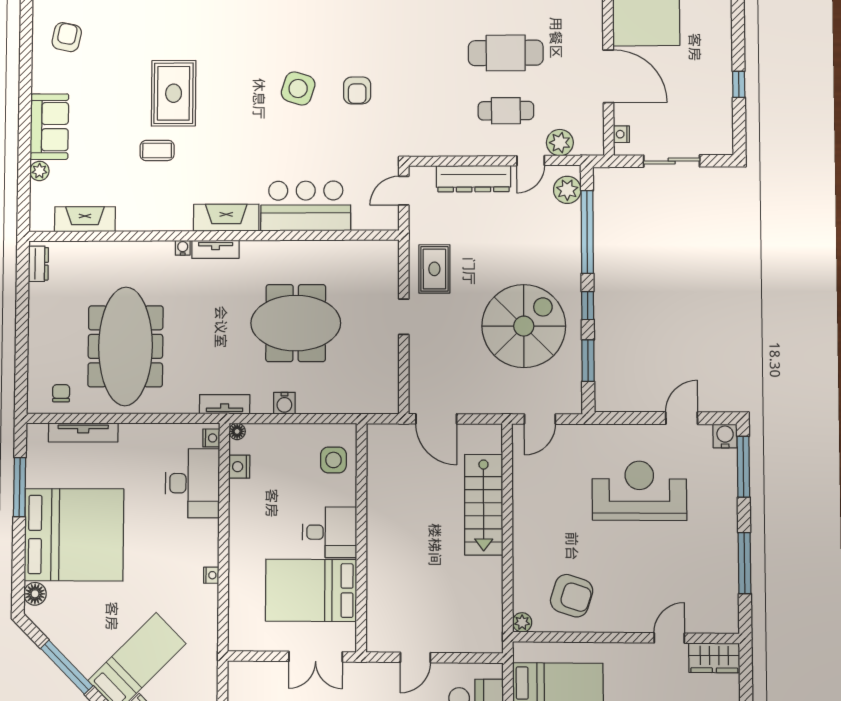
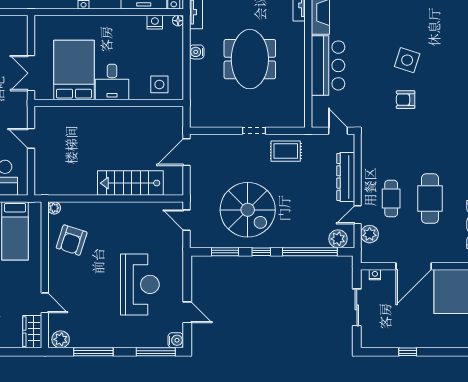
door: (531, 161) -> (358, 215), hinge flipped
plant: (726, 614) -> (61, 339), added

